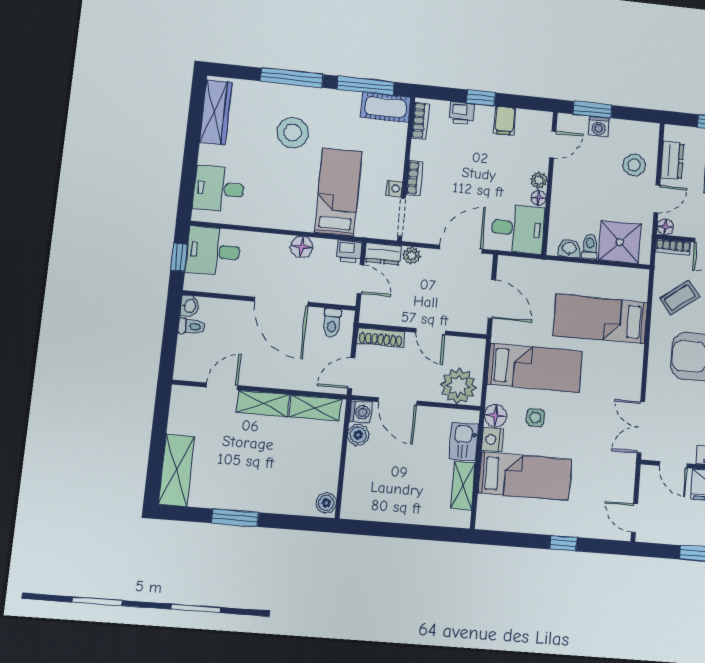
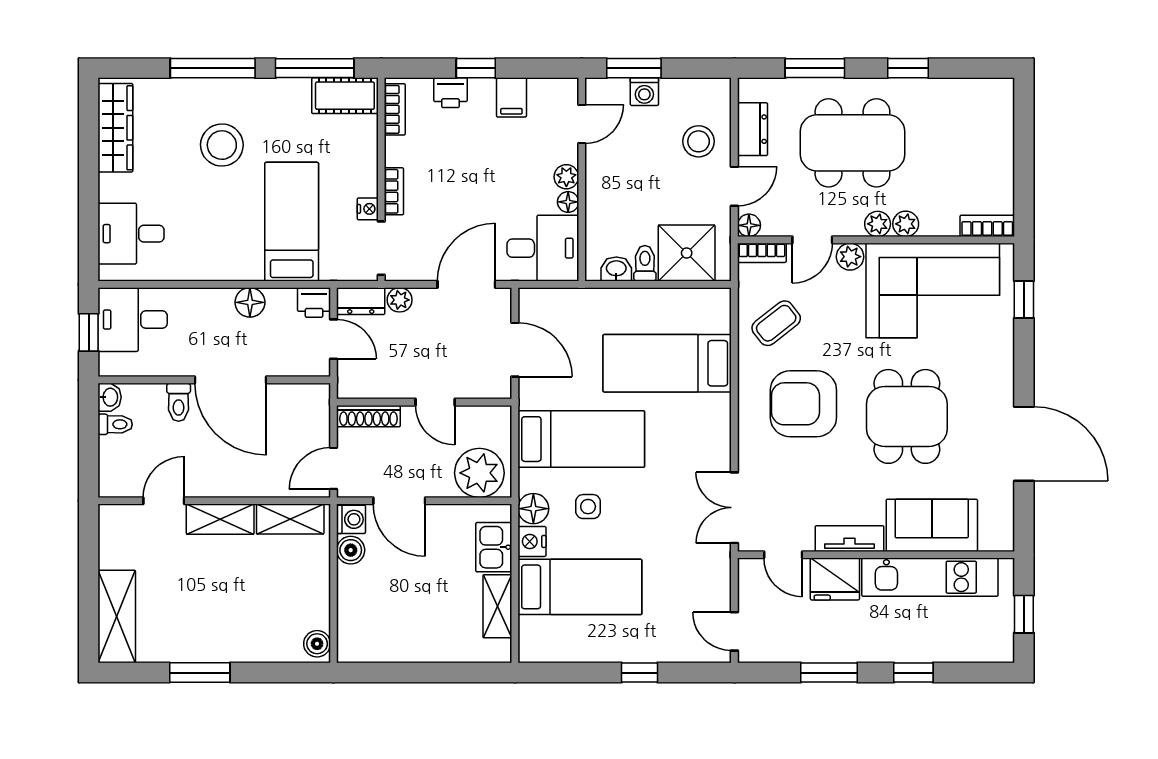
toilet: (332, 323) -> (179, 402), moved

